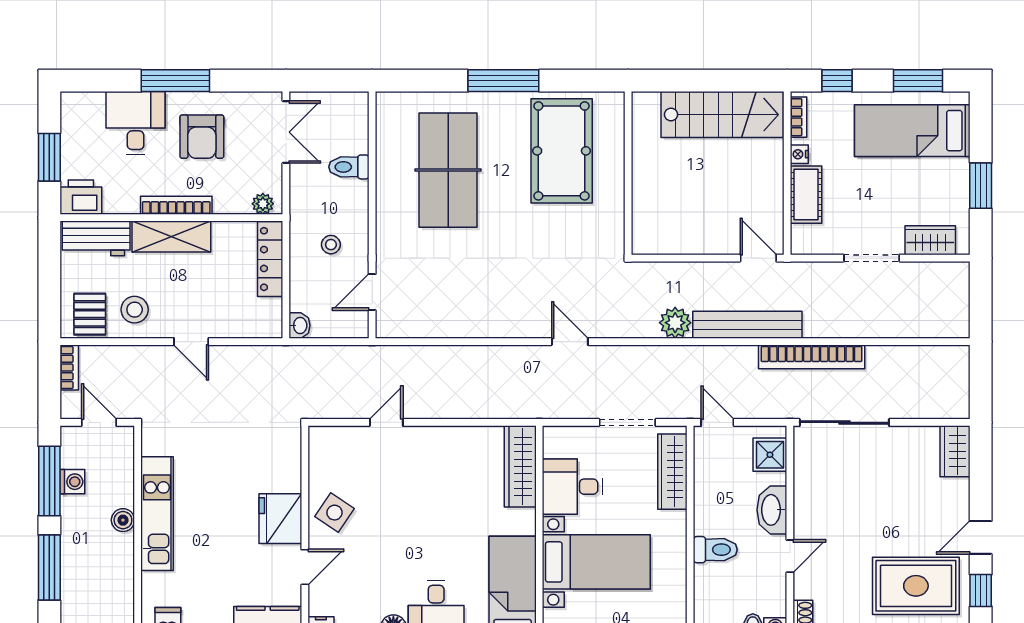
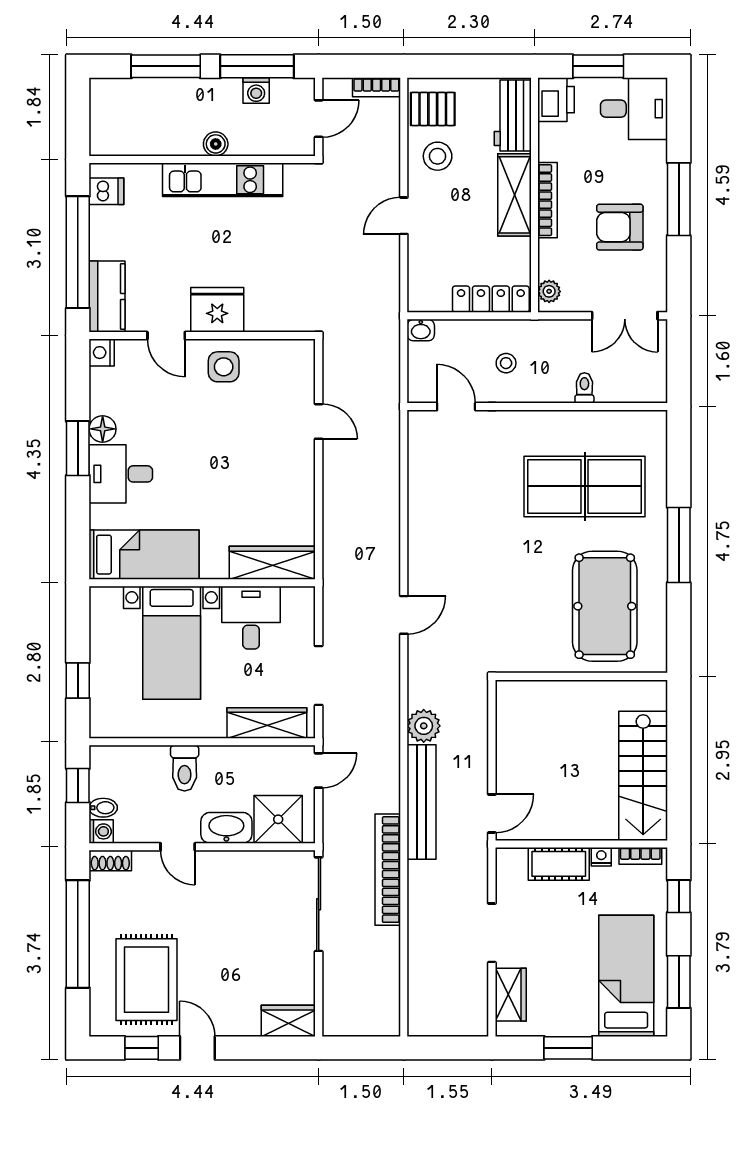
desk: (136, 123) -> (634, 109), moved
pool table: (562, 151) -> (605, 606), turned 90
toilet: (349, 167) -> (584, 388), width x0.73, depth x0.72
shower: (770, 455) -> (278, 819), width x1.36, depth x1.36
side table: (334, 513) -> (224, 367), turned -34

